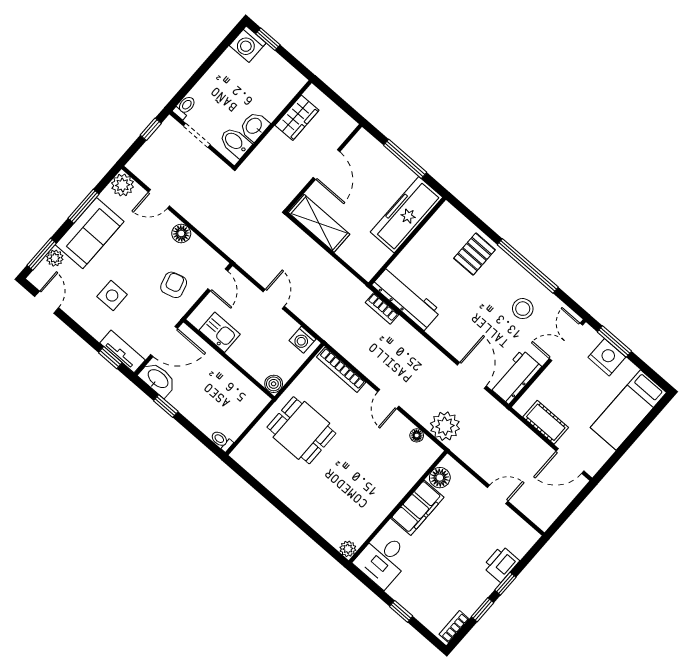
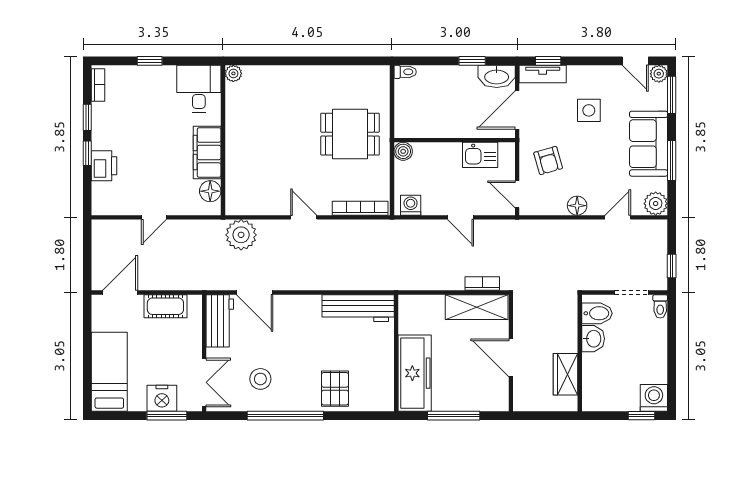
plant: (55, 258) -> (659, 74), moved
bookcase: (382, 308) -> (482, 284), moved
floor lamp: (417, 435) -> (257, 208), removed

